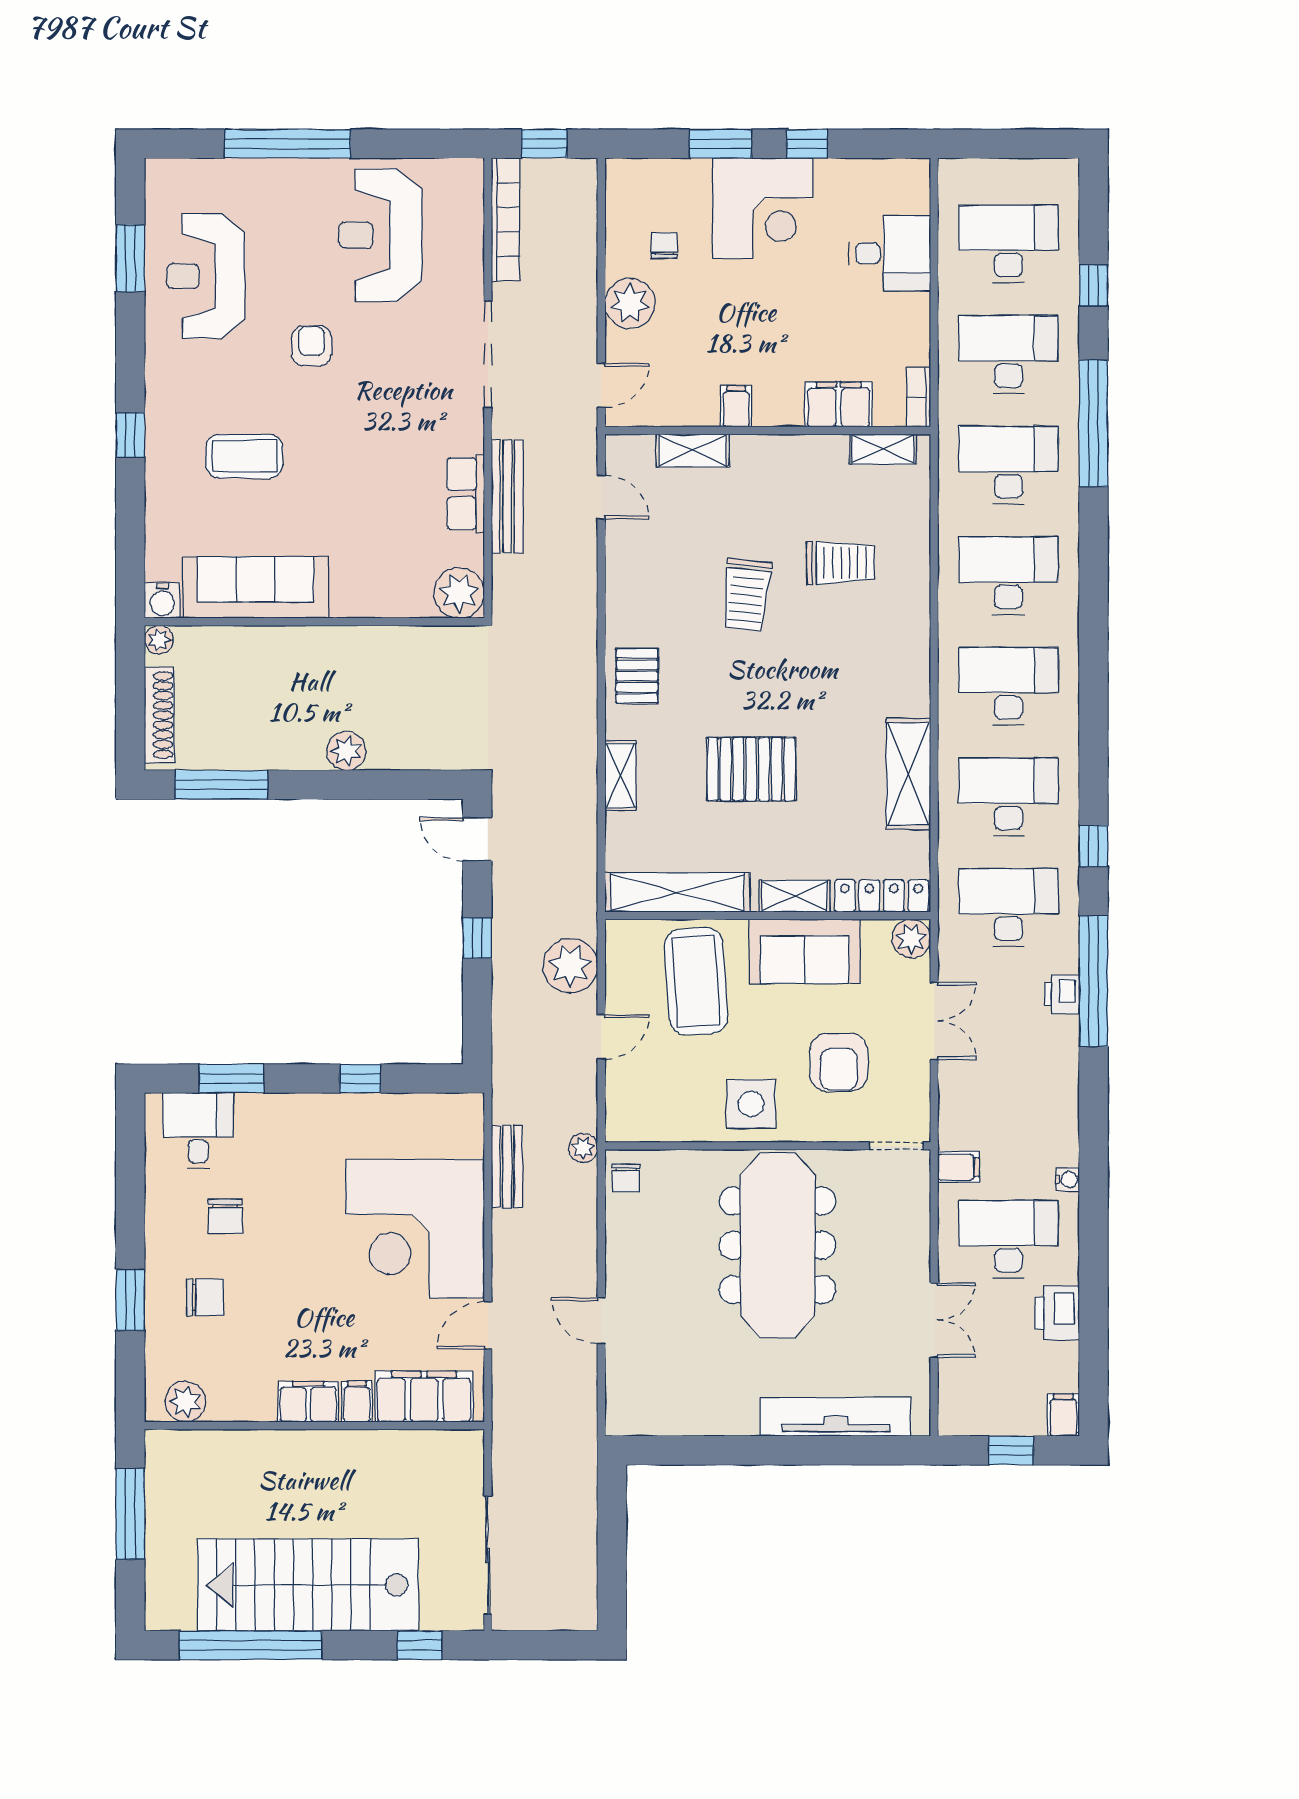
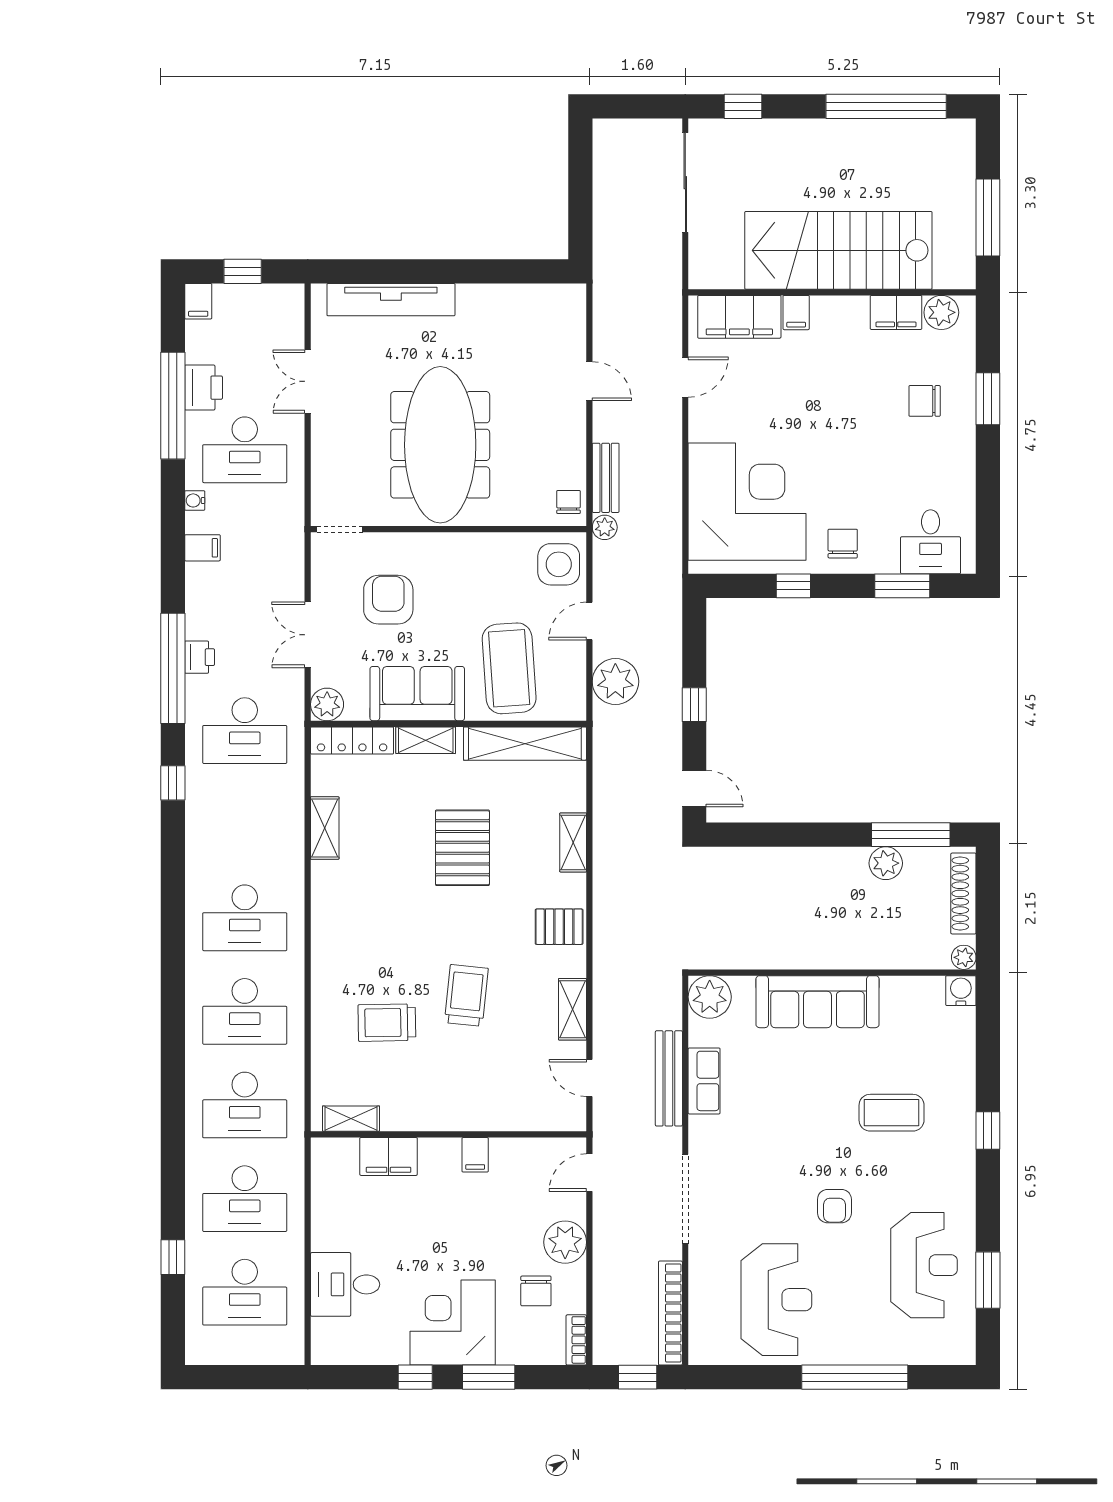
chair: (664, 246) -> (536, 1291), width x1.37, depth x1.37
bookcase: (919, 397) -> (576, 1340), moved, turned 180
window: (1093, 423) -> (173, 406), moved
shelving: (692, 450) -> (572, 1009), moved, turned 90
sofa: (255, 587) -> (818, 1002), moved
pallet: (637, 676) -> (559, 927), turned 90
plant: (346, 751) -> (886, 863), moved
pallet: (751, 769) -> (462, 848), turned 90
shelving: (908, 774) -> (325, 828), width x0.67, depth x0.75
desk: (1008, 797) -> (245, 824), removed
side table: (751, 1104) -> (559, 564), moved
bench: (507, 1167) -> (606, 478), moved
filing cabinet: (958, 1167) -> (202, 548), moved, turned 180
chair: (225, 1216) -> (843, 544), moved
corner desk: (415, 1229) -> (747, 502), moved
filing cabinet: (308, 1402) -> (896, 312), moved
stairs: (308, 1585) -> (838, 250), moved, turned 180

